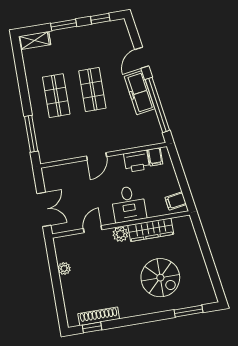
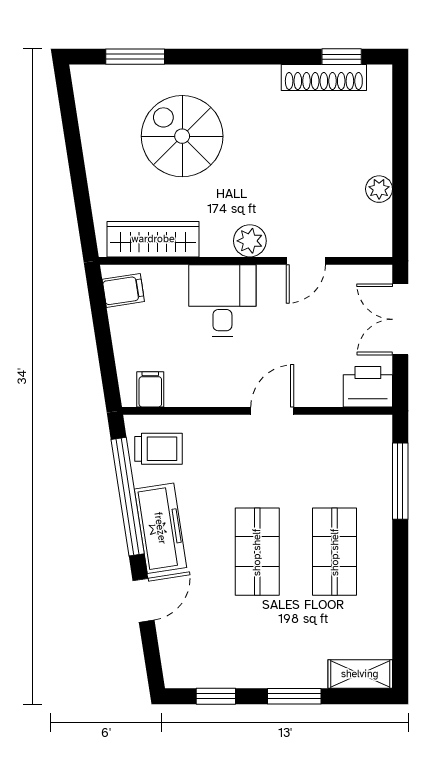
trolley: (147, 130) -> (159, 449), added
printer: (137, 161) -> (368, 387), moved
wardrobe: (151, 230) -> (153, 239), moved

